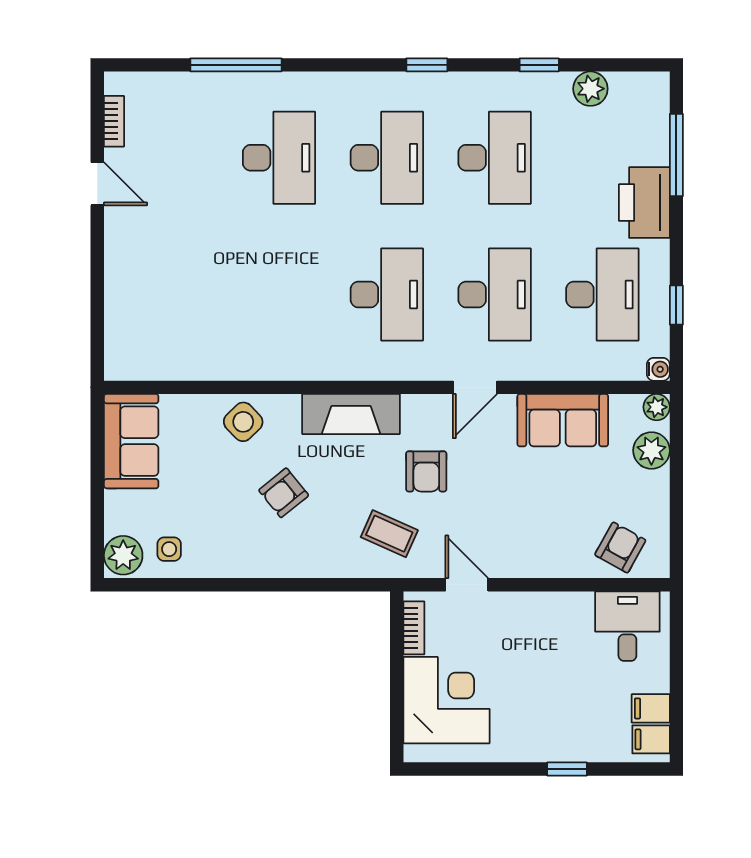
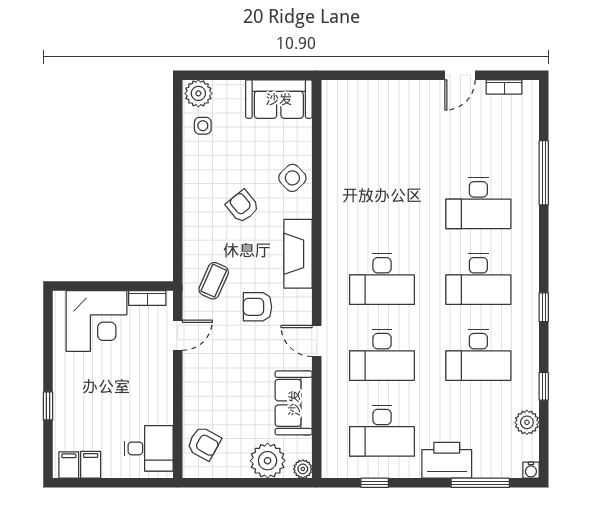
water cooler: (658, 369) -> (531, 470), moved
plant: (651, 450) -> (268, 461), width x1.36, depth x1.36

